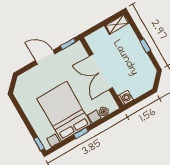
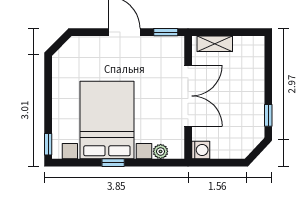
shelving: (117, 24) -> (215, 44), moved
window: (145, 46) -> (268, 115), moved
double door: (101, 72) -> (188, 96), swing flipped

